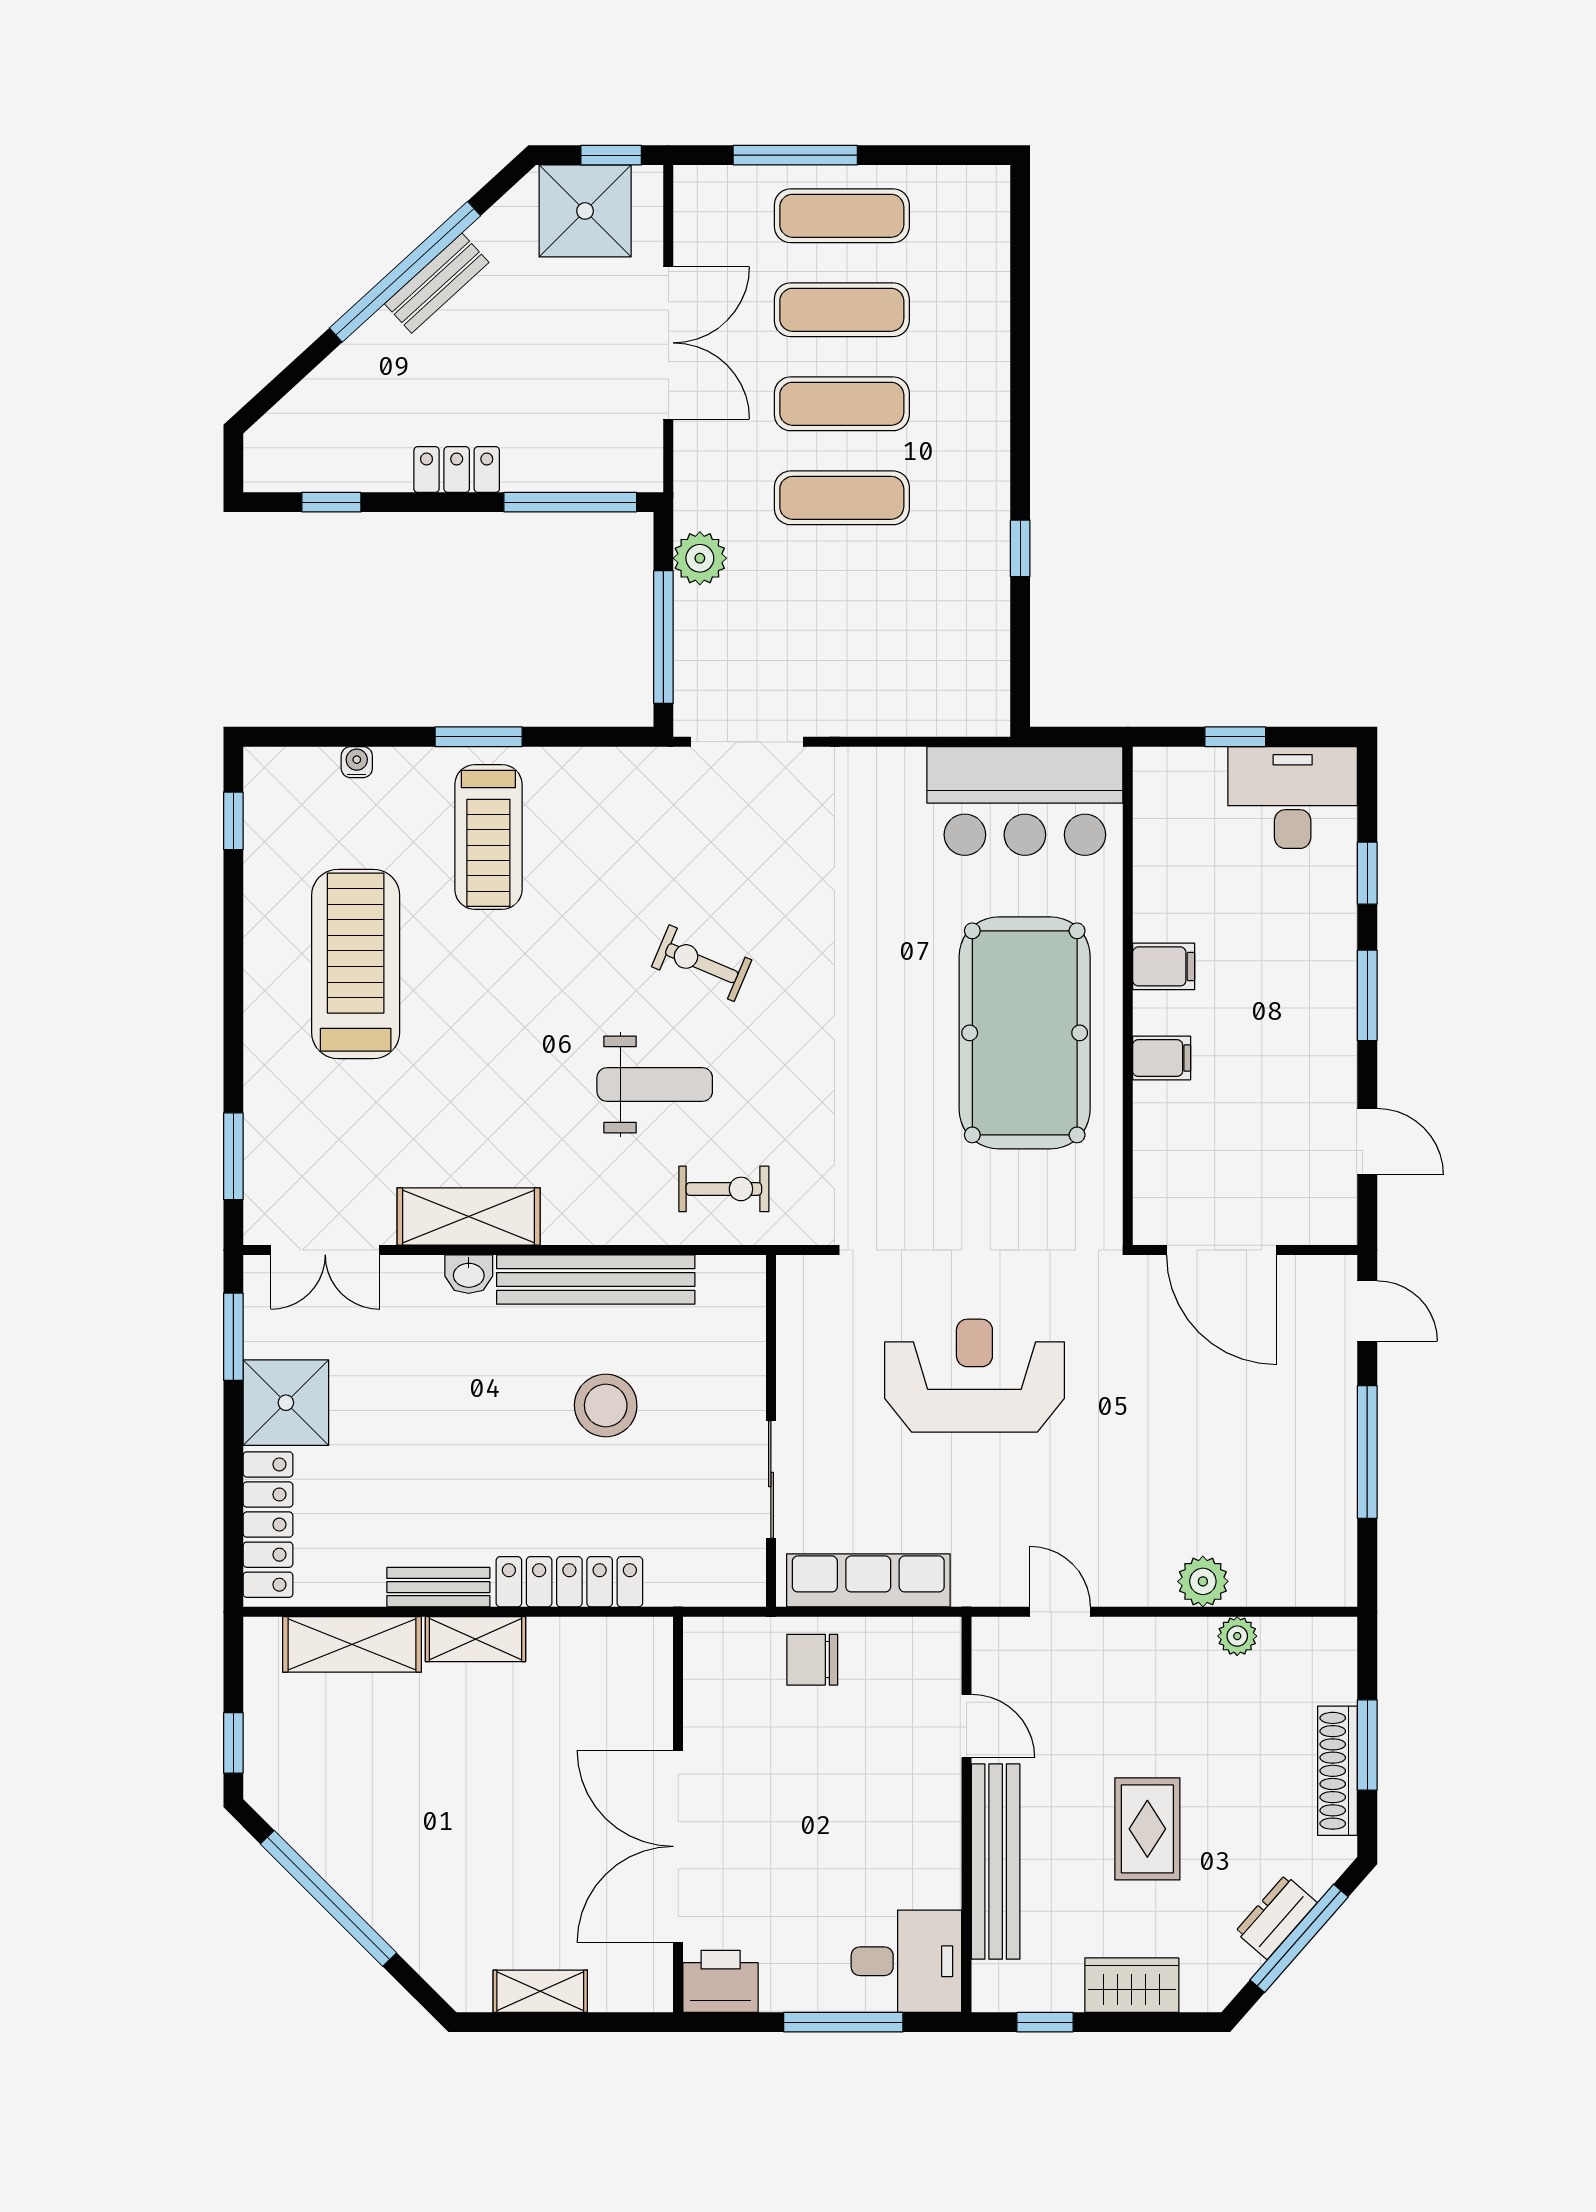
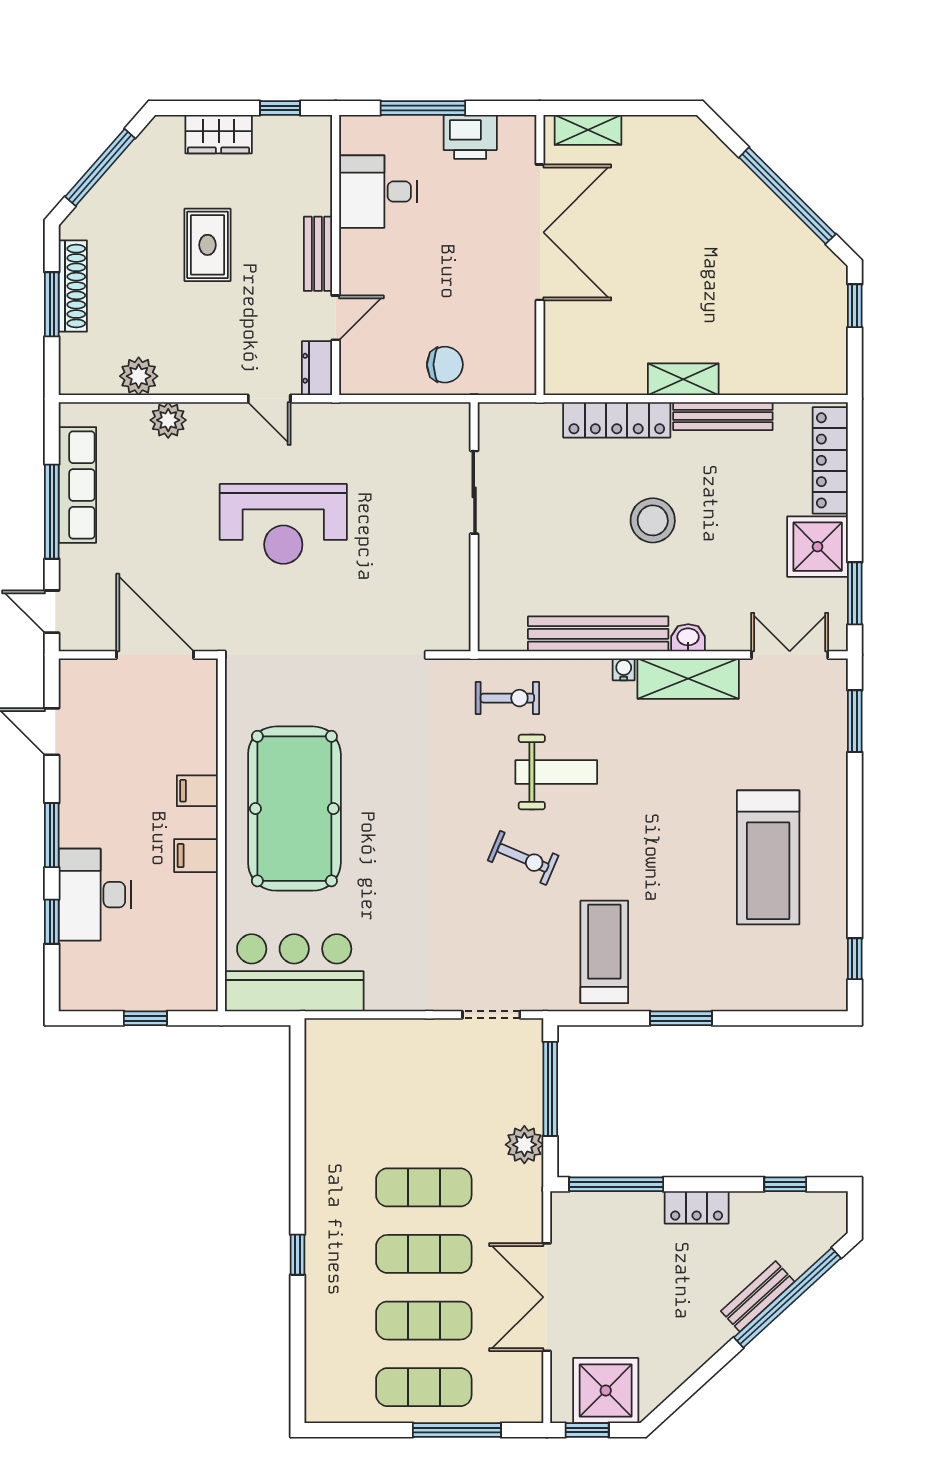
window: (405, 272) -> (787, 1298), moved
bench: (437, 283) -> (758, 1296), moved
window: (1020, 548) -> (298, 1255), moved
doorway: (747, 742) -> (491, 1015), width x0.73
water cooler: (357, 762) -> (624, 669), moved, turned 180
desk: (1293, 797) -> (95, 895), moved, turned 90
treadmill: (488, 837) -> (604, 952), moved
weight bench: (655, 1085) -> (556, 772), turned 180
exercise bike: (724, 1189) -> (507, 698), turned 180
reception desk: (974, 1376) -> (283, 524), moved
stool: (606, 1405) -> (653, 520), moved
row of seats: (868, 1580) -> (77, 485), moved, turned -90
bench: (438, 1587) -> (723, 416), width x1.36
plant: (1237, 1636) -> (139, 376), width x1.38, depth x1.38
shelving: (352, 1644) -> (771, 376), removed
door: (966, 1726) -> (336, 318), swing flipped
bench: (996, 1862) -> (318, 254), width x0.54, depth x0.82
dresser: (1276, 1917) -> (317, 368), moved, turned 139
desk: (906, 1961) -> (378, 192), moved
printer: (721, 1981) -> (470, 137), moved
shelving: (540, 1991) -> (588, 130), moved

